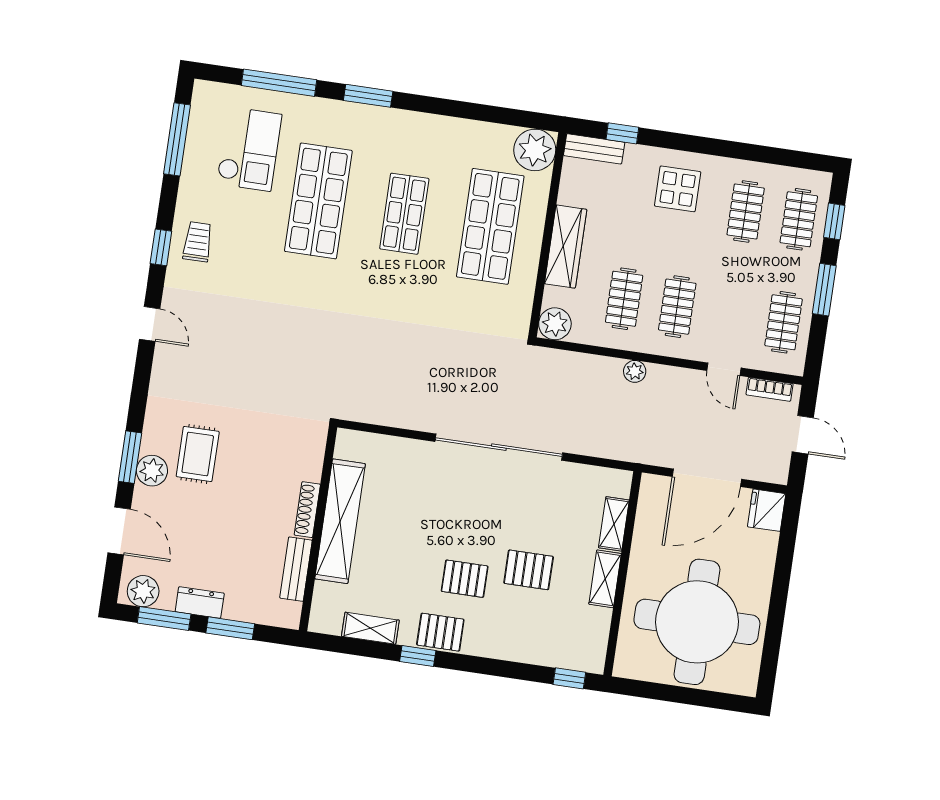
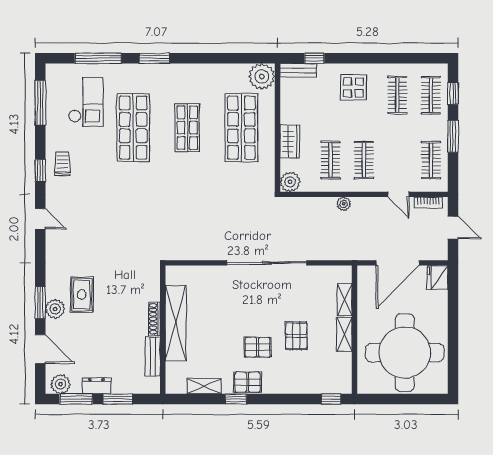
wardrobe: (566, 247) -> (290, 142), width x0.67
pallet: (529, 570) -> (296, 336), turned 90

